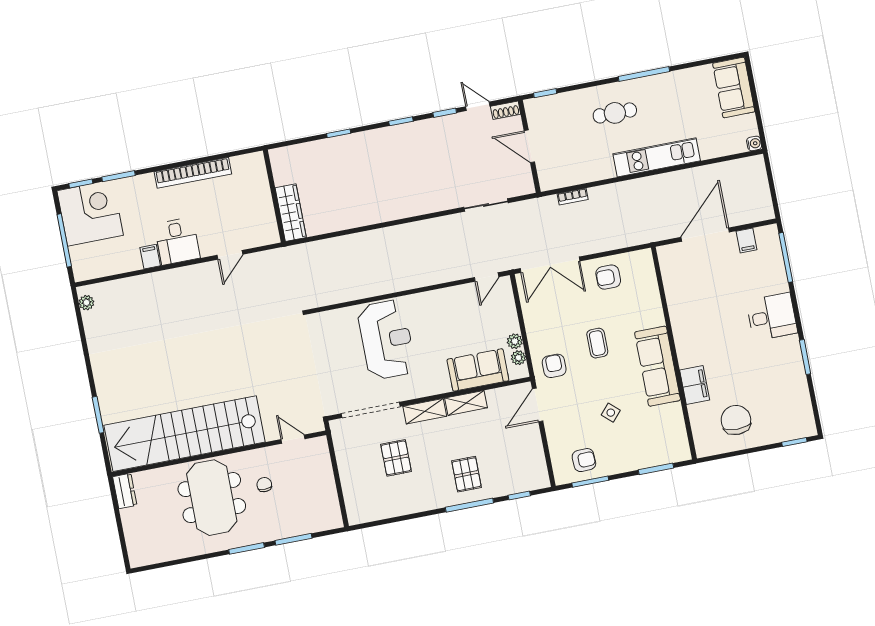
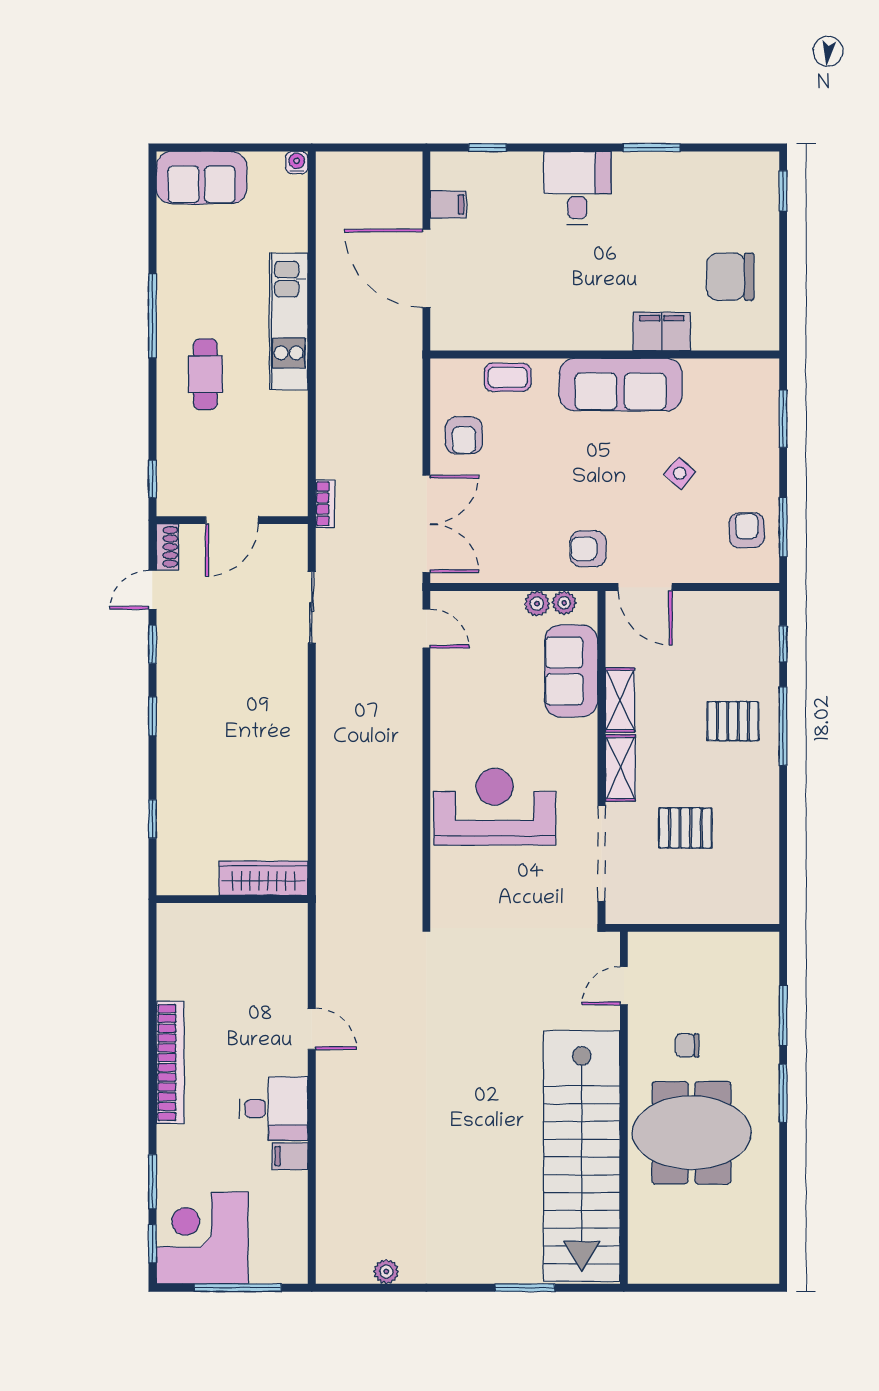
wall: (274, 196) -> (232, 899), moved
bookcase: (573, 197) -> (325, 504), moved
wardrobe: (291, 213) -> (263, 878), moved
window: (786, 257) -> (487, 148), width x0.46
plant: (86, 303) -> (386, 1272), moved
coffee table: (597, 343) -> (508, 377), moved
dresser: (125, 491) -> (654, 1269), removed

